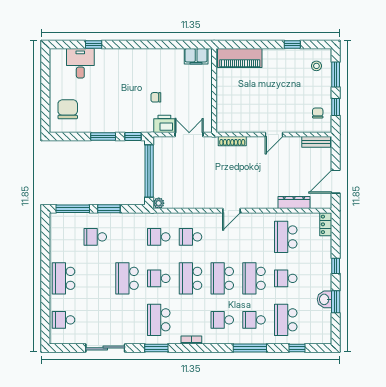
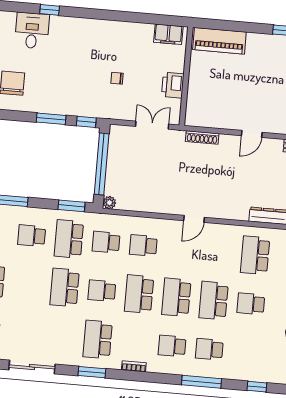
printer: (164, 124) -> (173, 85), moved, turned -90
window: (109, 209) -> (72, 206), moved
school desk: (286, 320) -> (69, 239), moved

